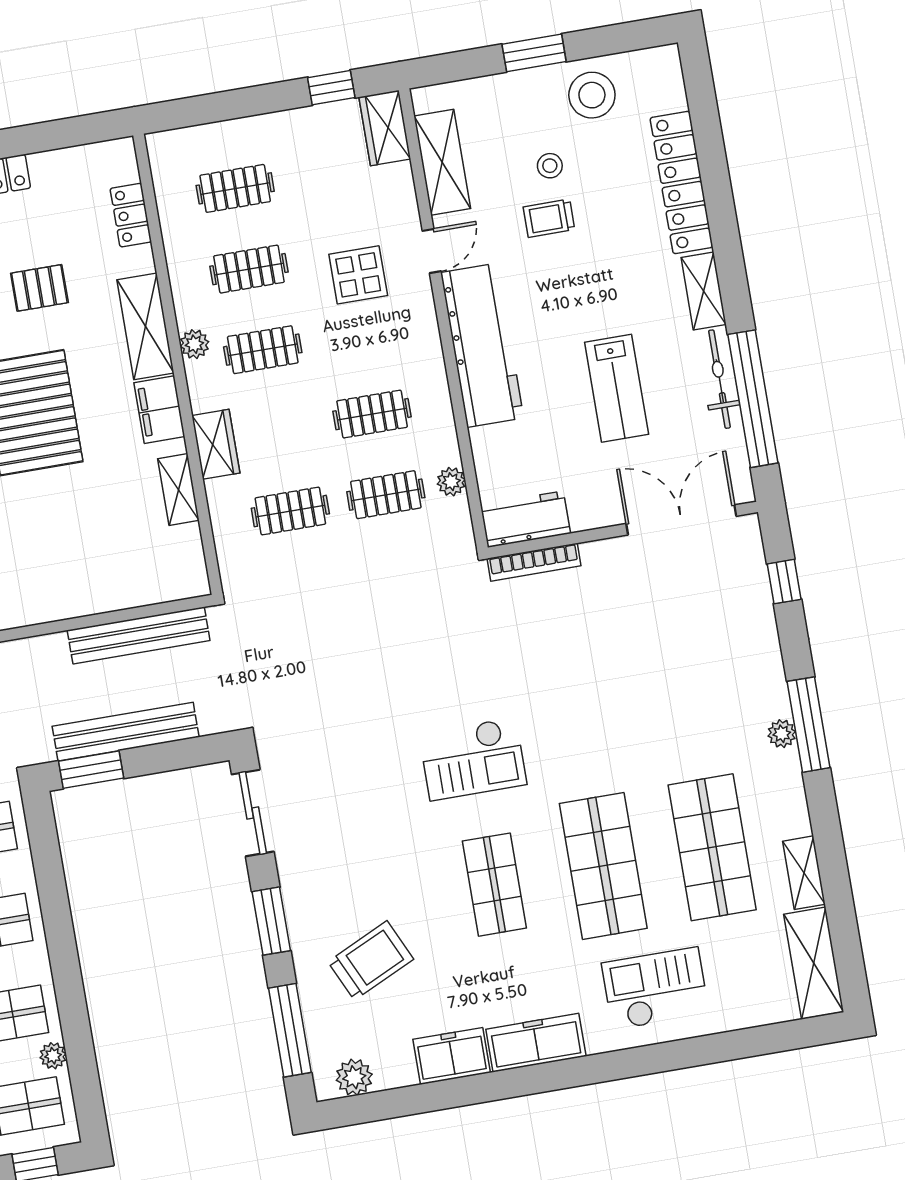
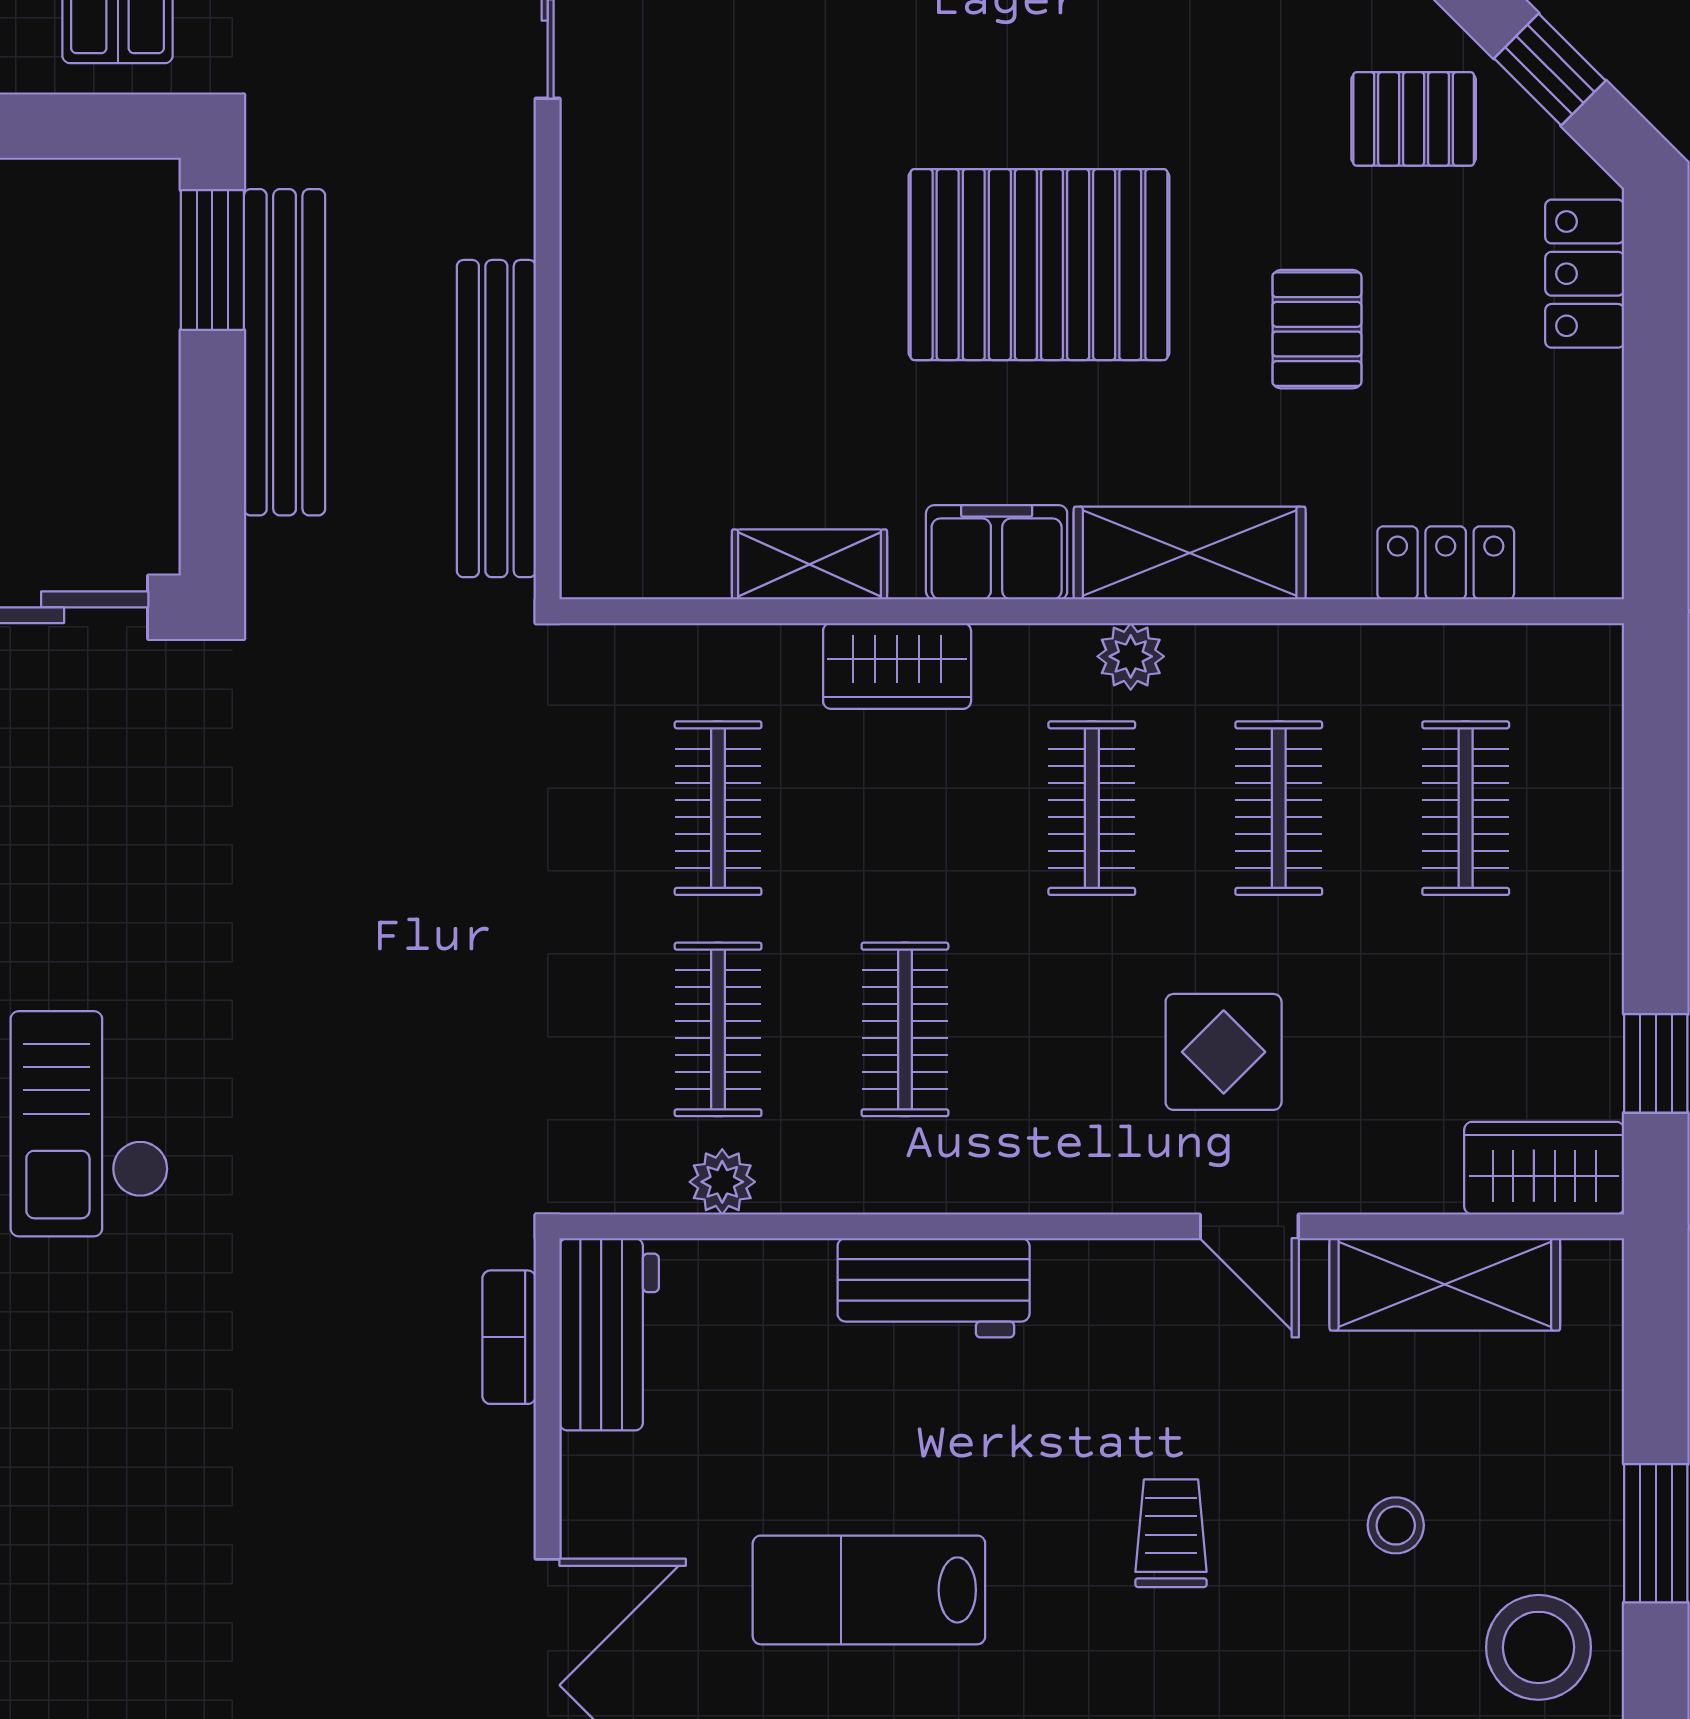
trolley: (549, 218) -> (1171, 1533), moved
workbench: (482, 345) -> (934, 1288), width x0.53, depth x0.76
bookcase: (534, 562) -> (509, 1337), width x0.64

